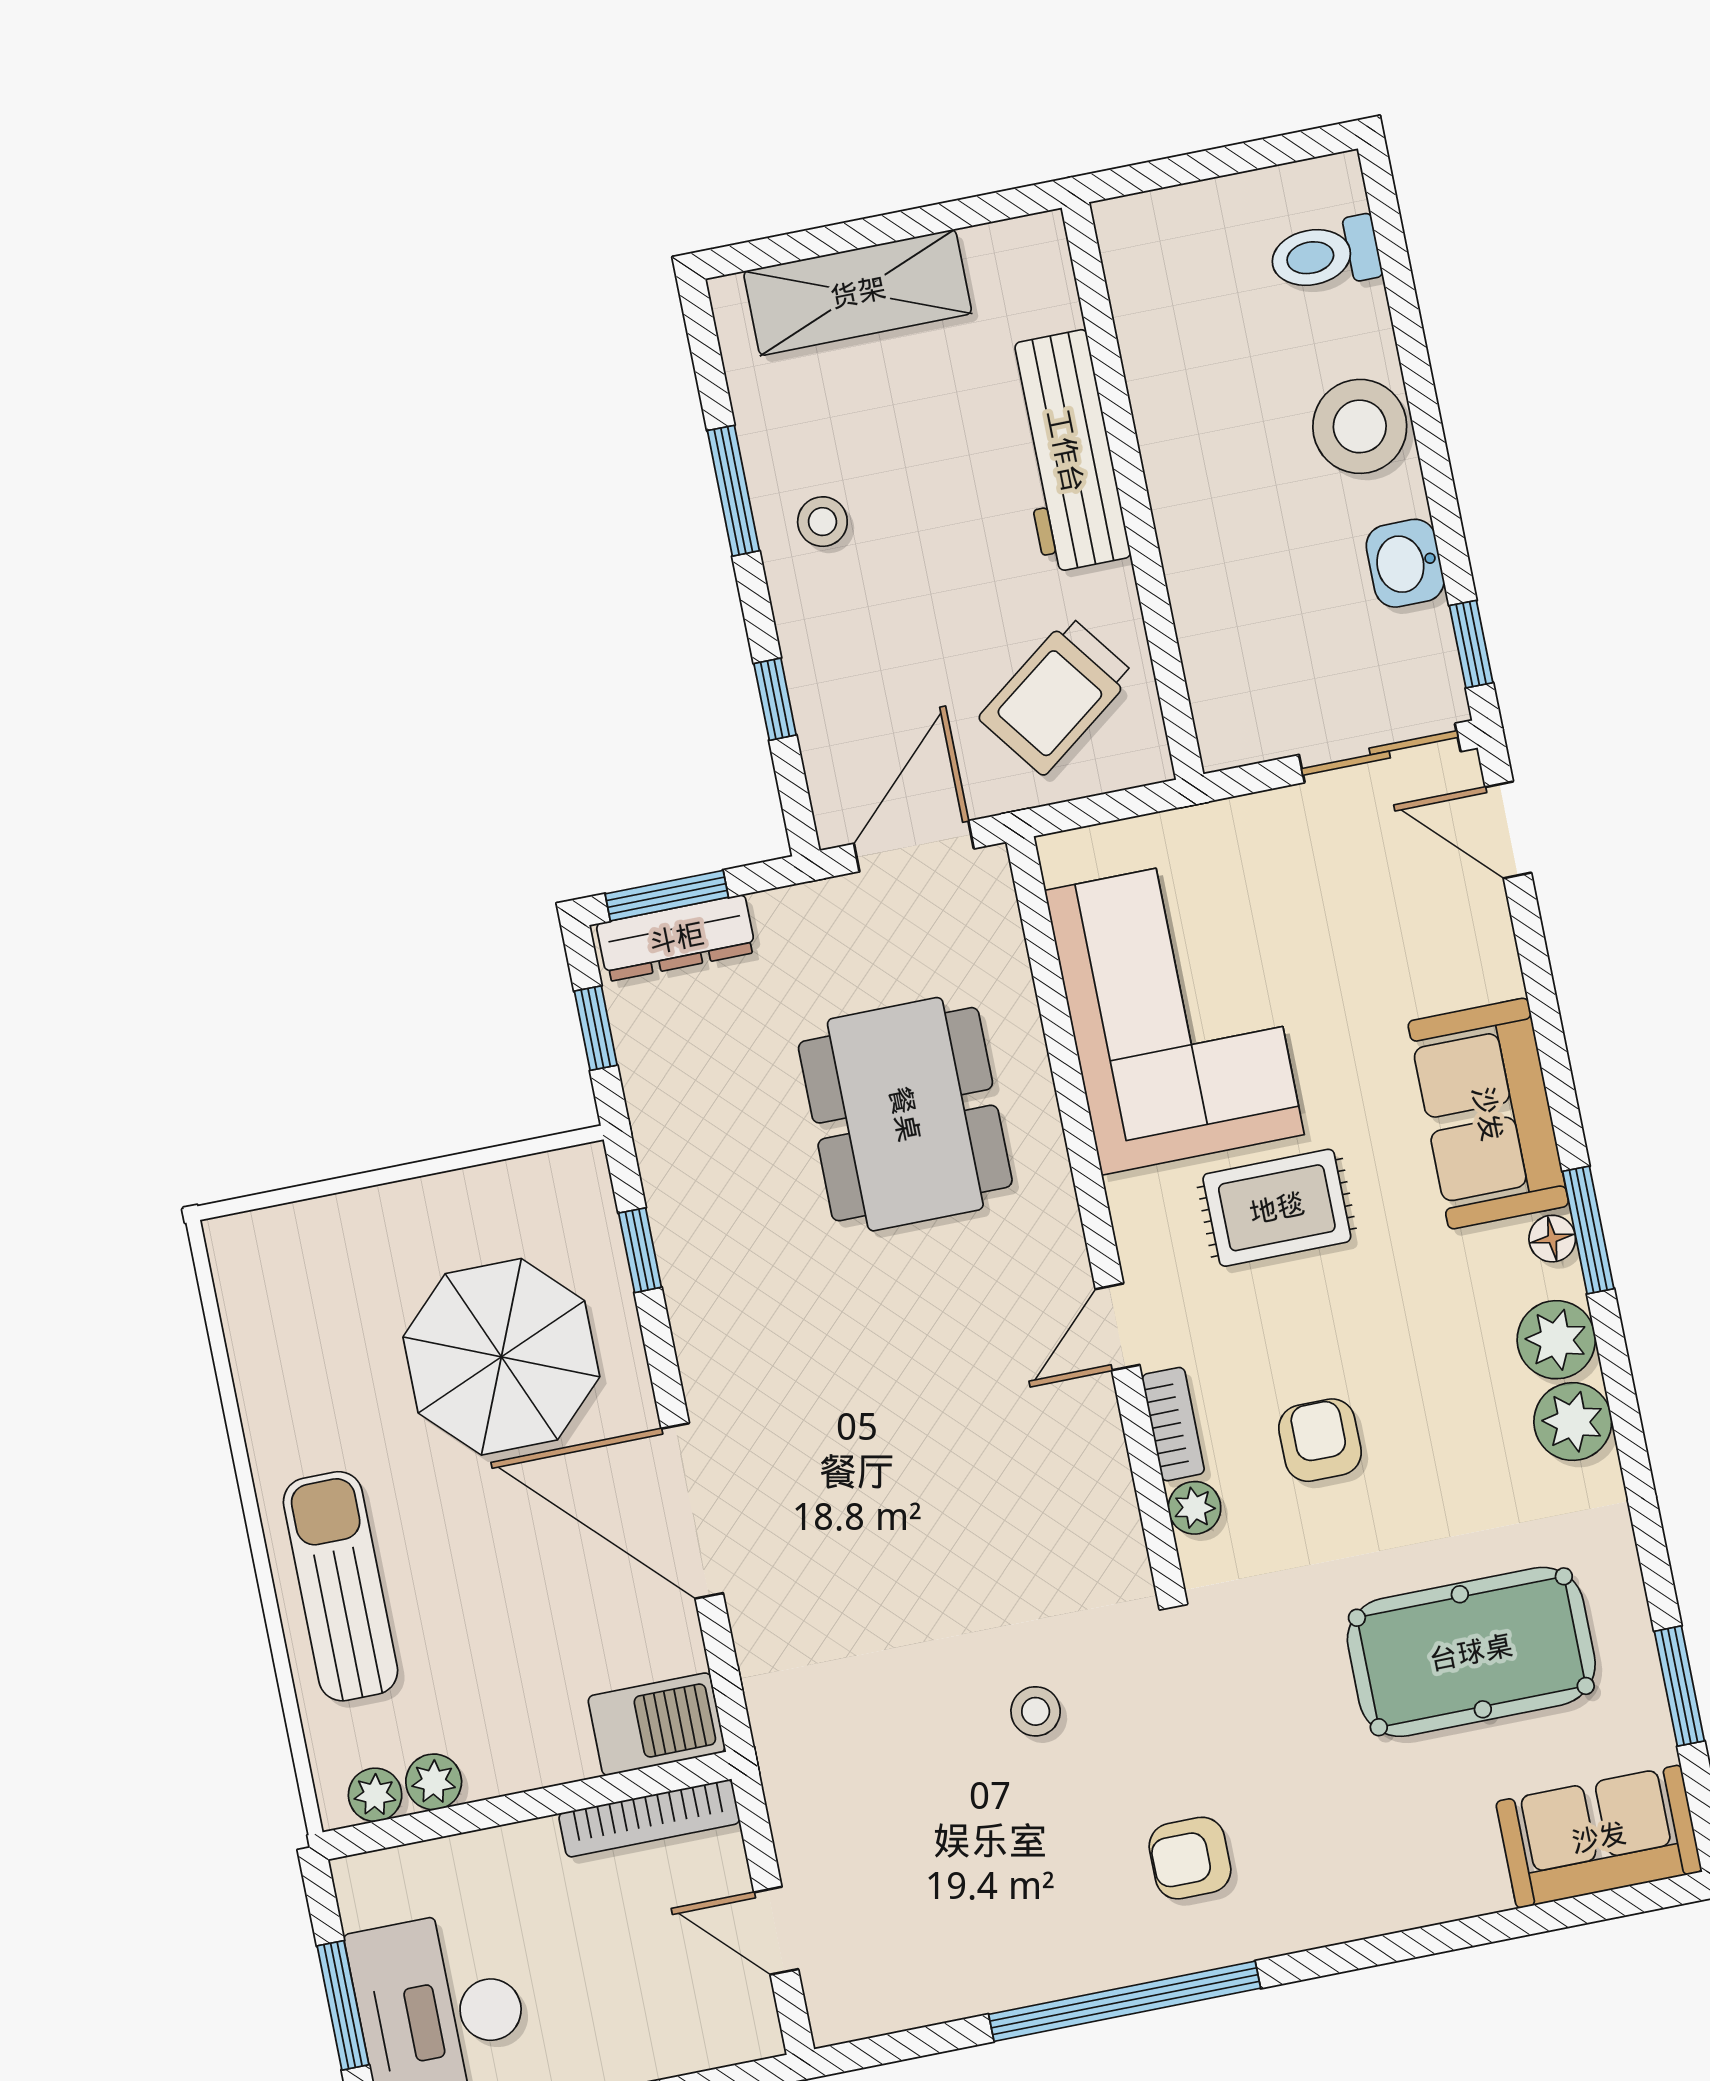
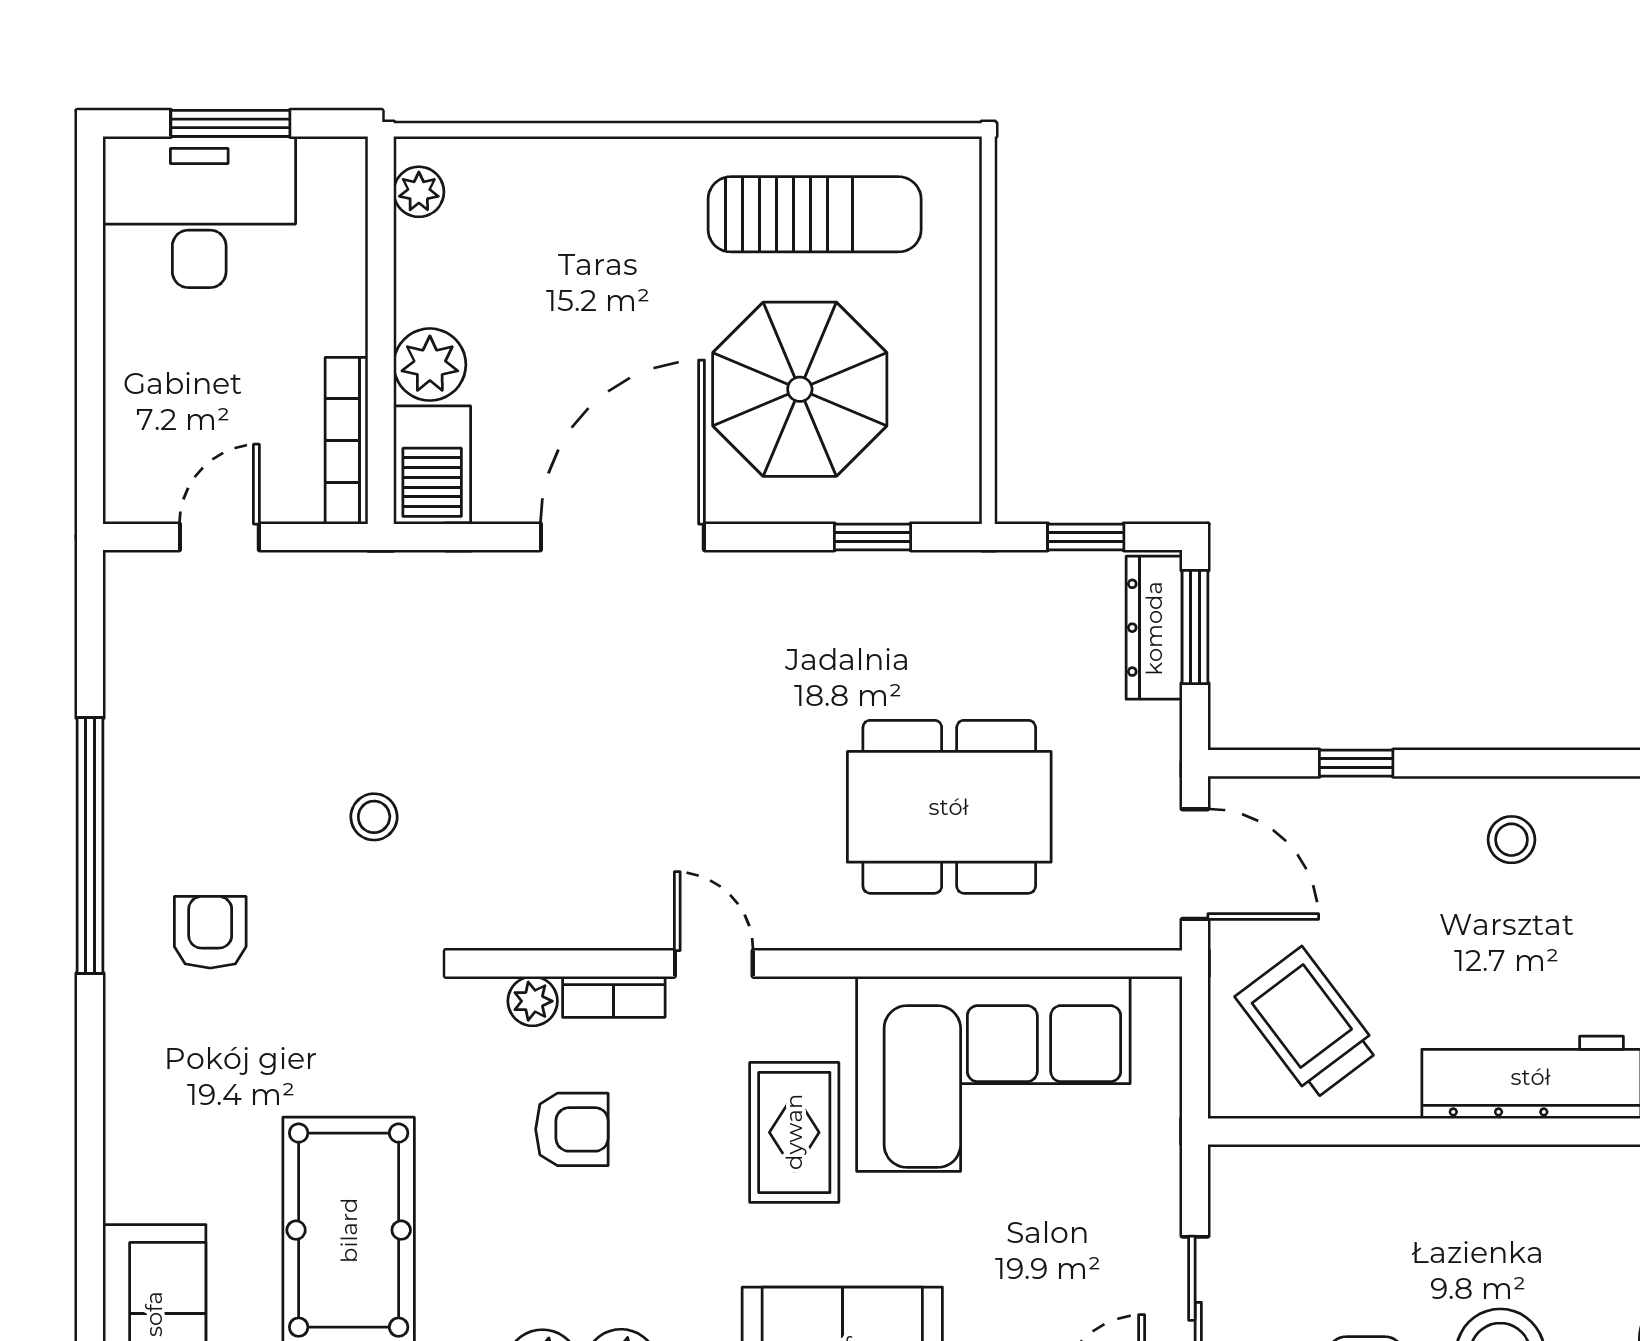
window: (733, 491) -> (1556, 763), removed
sun lounger: (340, 1586) -> (815, 214), moved
plant: (434, 1782) -> (430, 365), moved, width x1.38, depth x1.38

